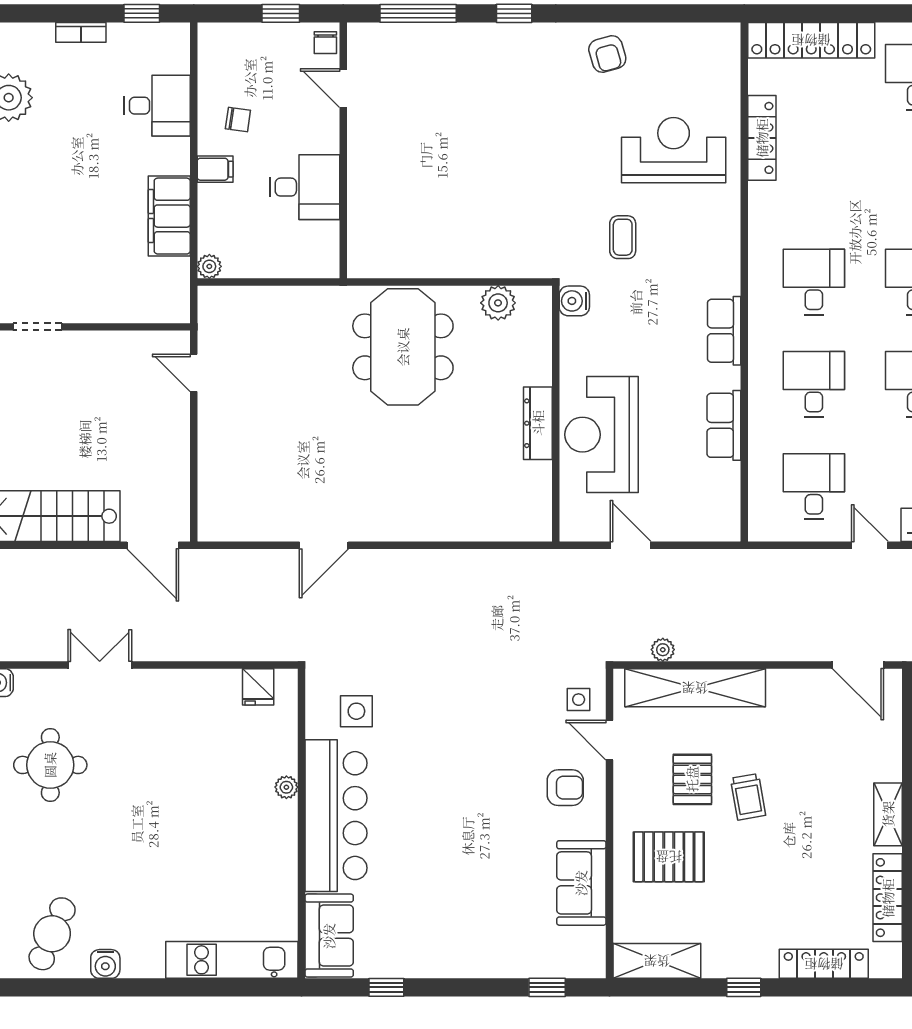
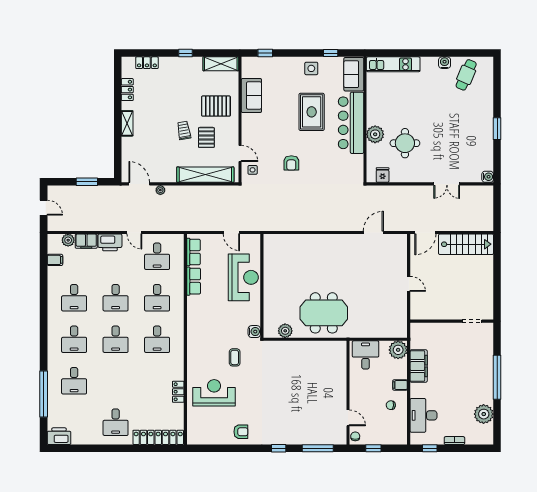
armchair: (607, 54) -> (241, 432), turned 106
desk: (157, 106) -> (423, 415), width x1.37
locker: (762, 138) -> (178, 392), width x0.66
reception desk: (674, 150) -> (214, 393), turned 180
desk: (305, 187) -> (366, 355), moved, turned 90
plant: (209, 266) -> (398, 350), width x1.87, depth x1.87
row of seats: (724, 331) -> (194, 252), moved
meeting table: (403, 347) -> (324, 313), turned 90
door: (194, 373) -> (409, 284), moved
dresser: (538, 423) -> (269, 282), removed
door: (153, 545) -> (425, 232), swing flipped
door: (324, 545) -> (373, 232), moved
plant: (663, 650) -> (160, 190), moved
side table: (356, 711) -> (311, 68), moved
round table: (50, 765) -> (405, 143), moved
plant: (286, 787) -> (375, 134), width x1.87, depth x1.87
armchair: (565, 788) -> (291, 163), moved, turned -90
rug: (433, 842) -> (312, 112), added
locker: (888, 898) -> (127, 90), width x0.66
locker: (824, 964) -> (147, 63), width x0.66

